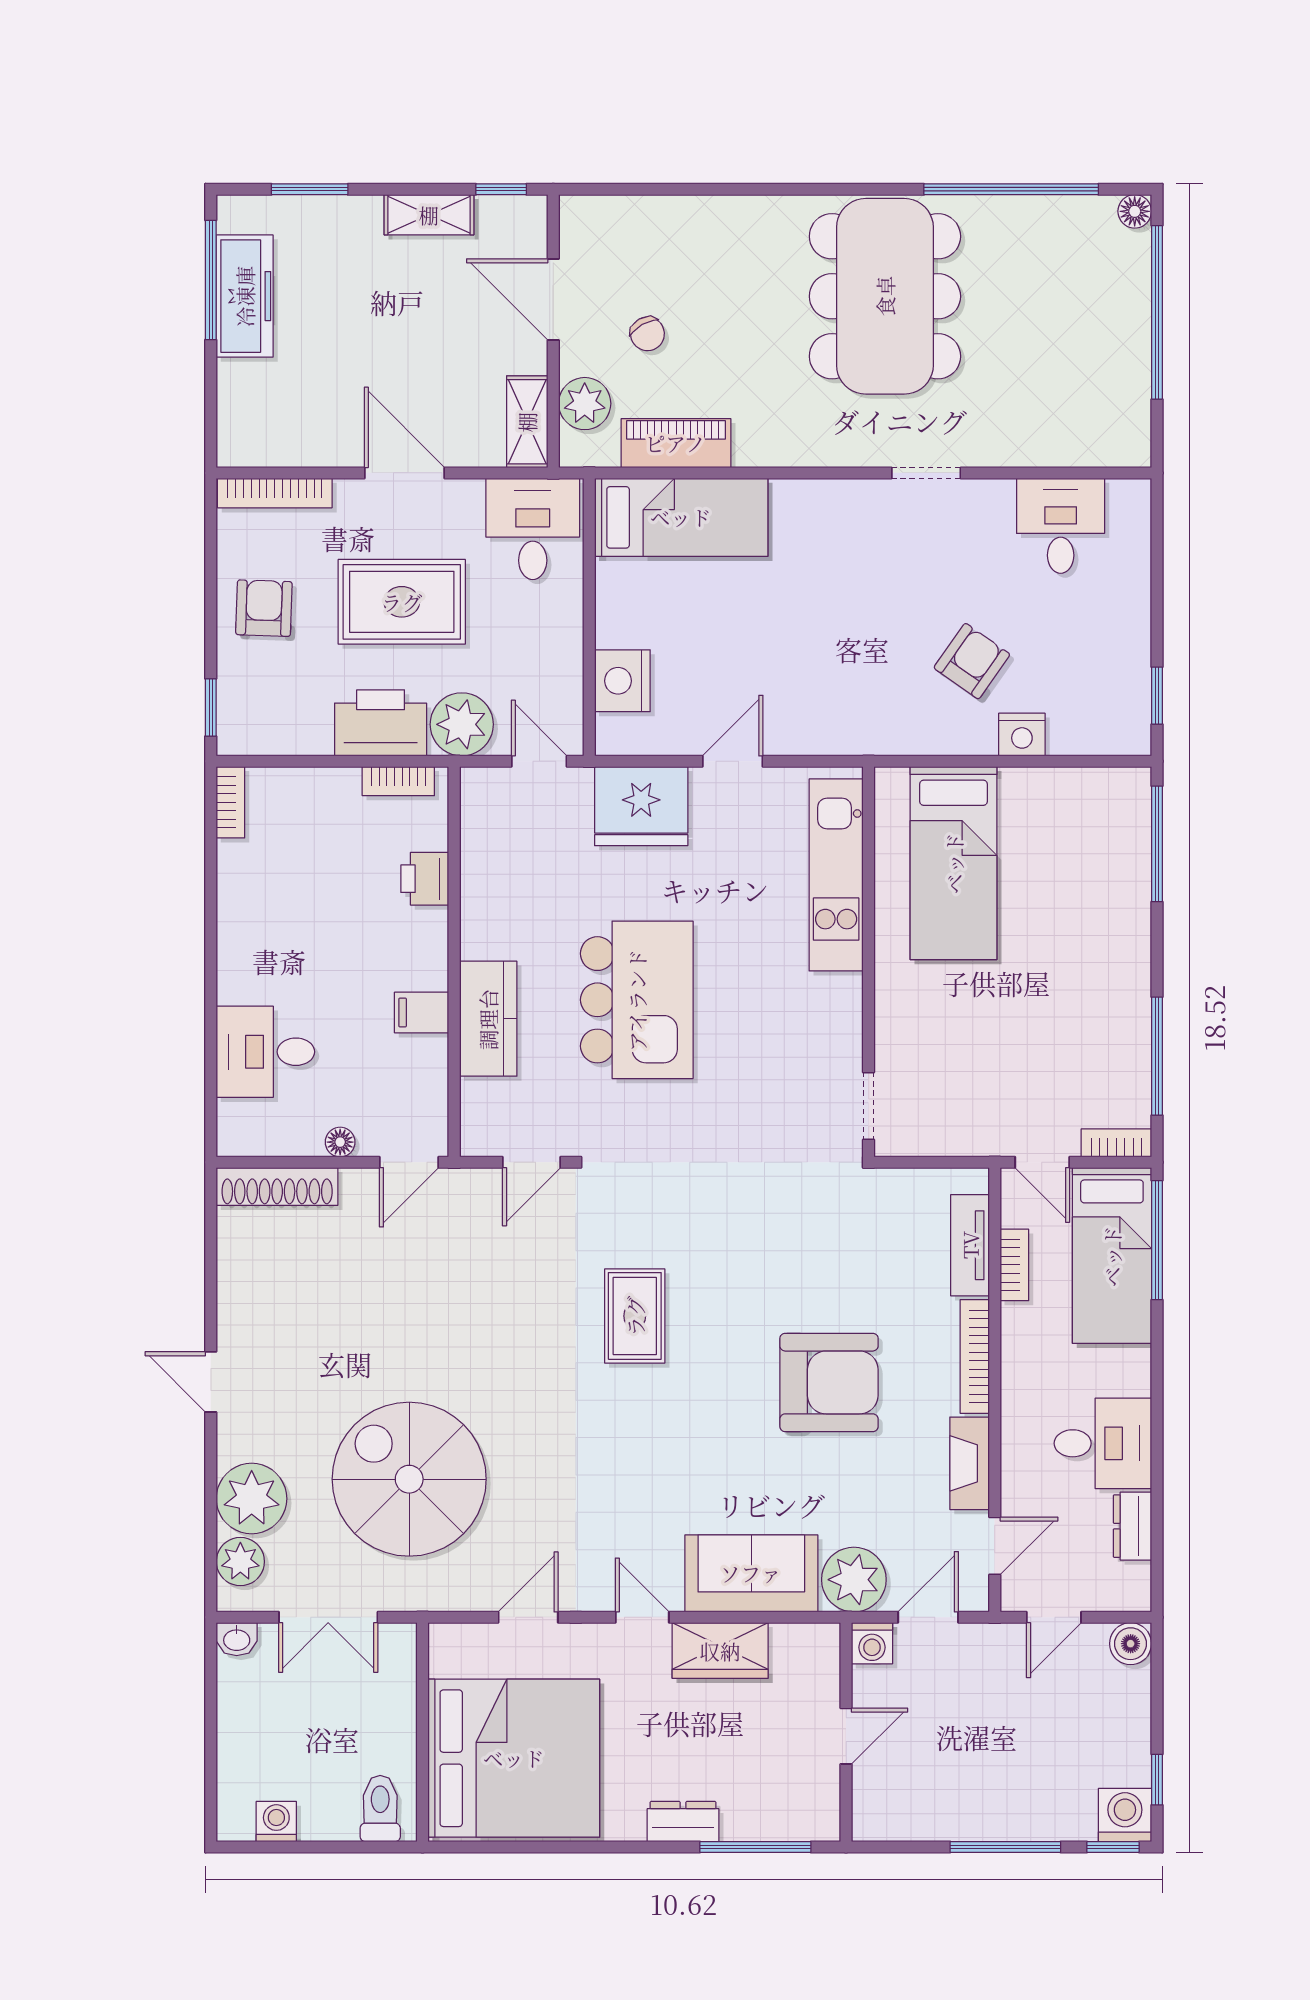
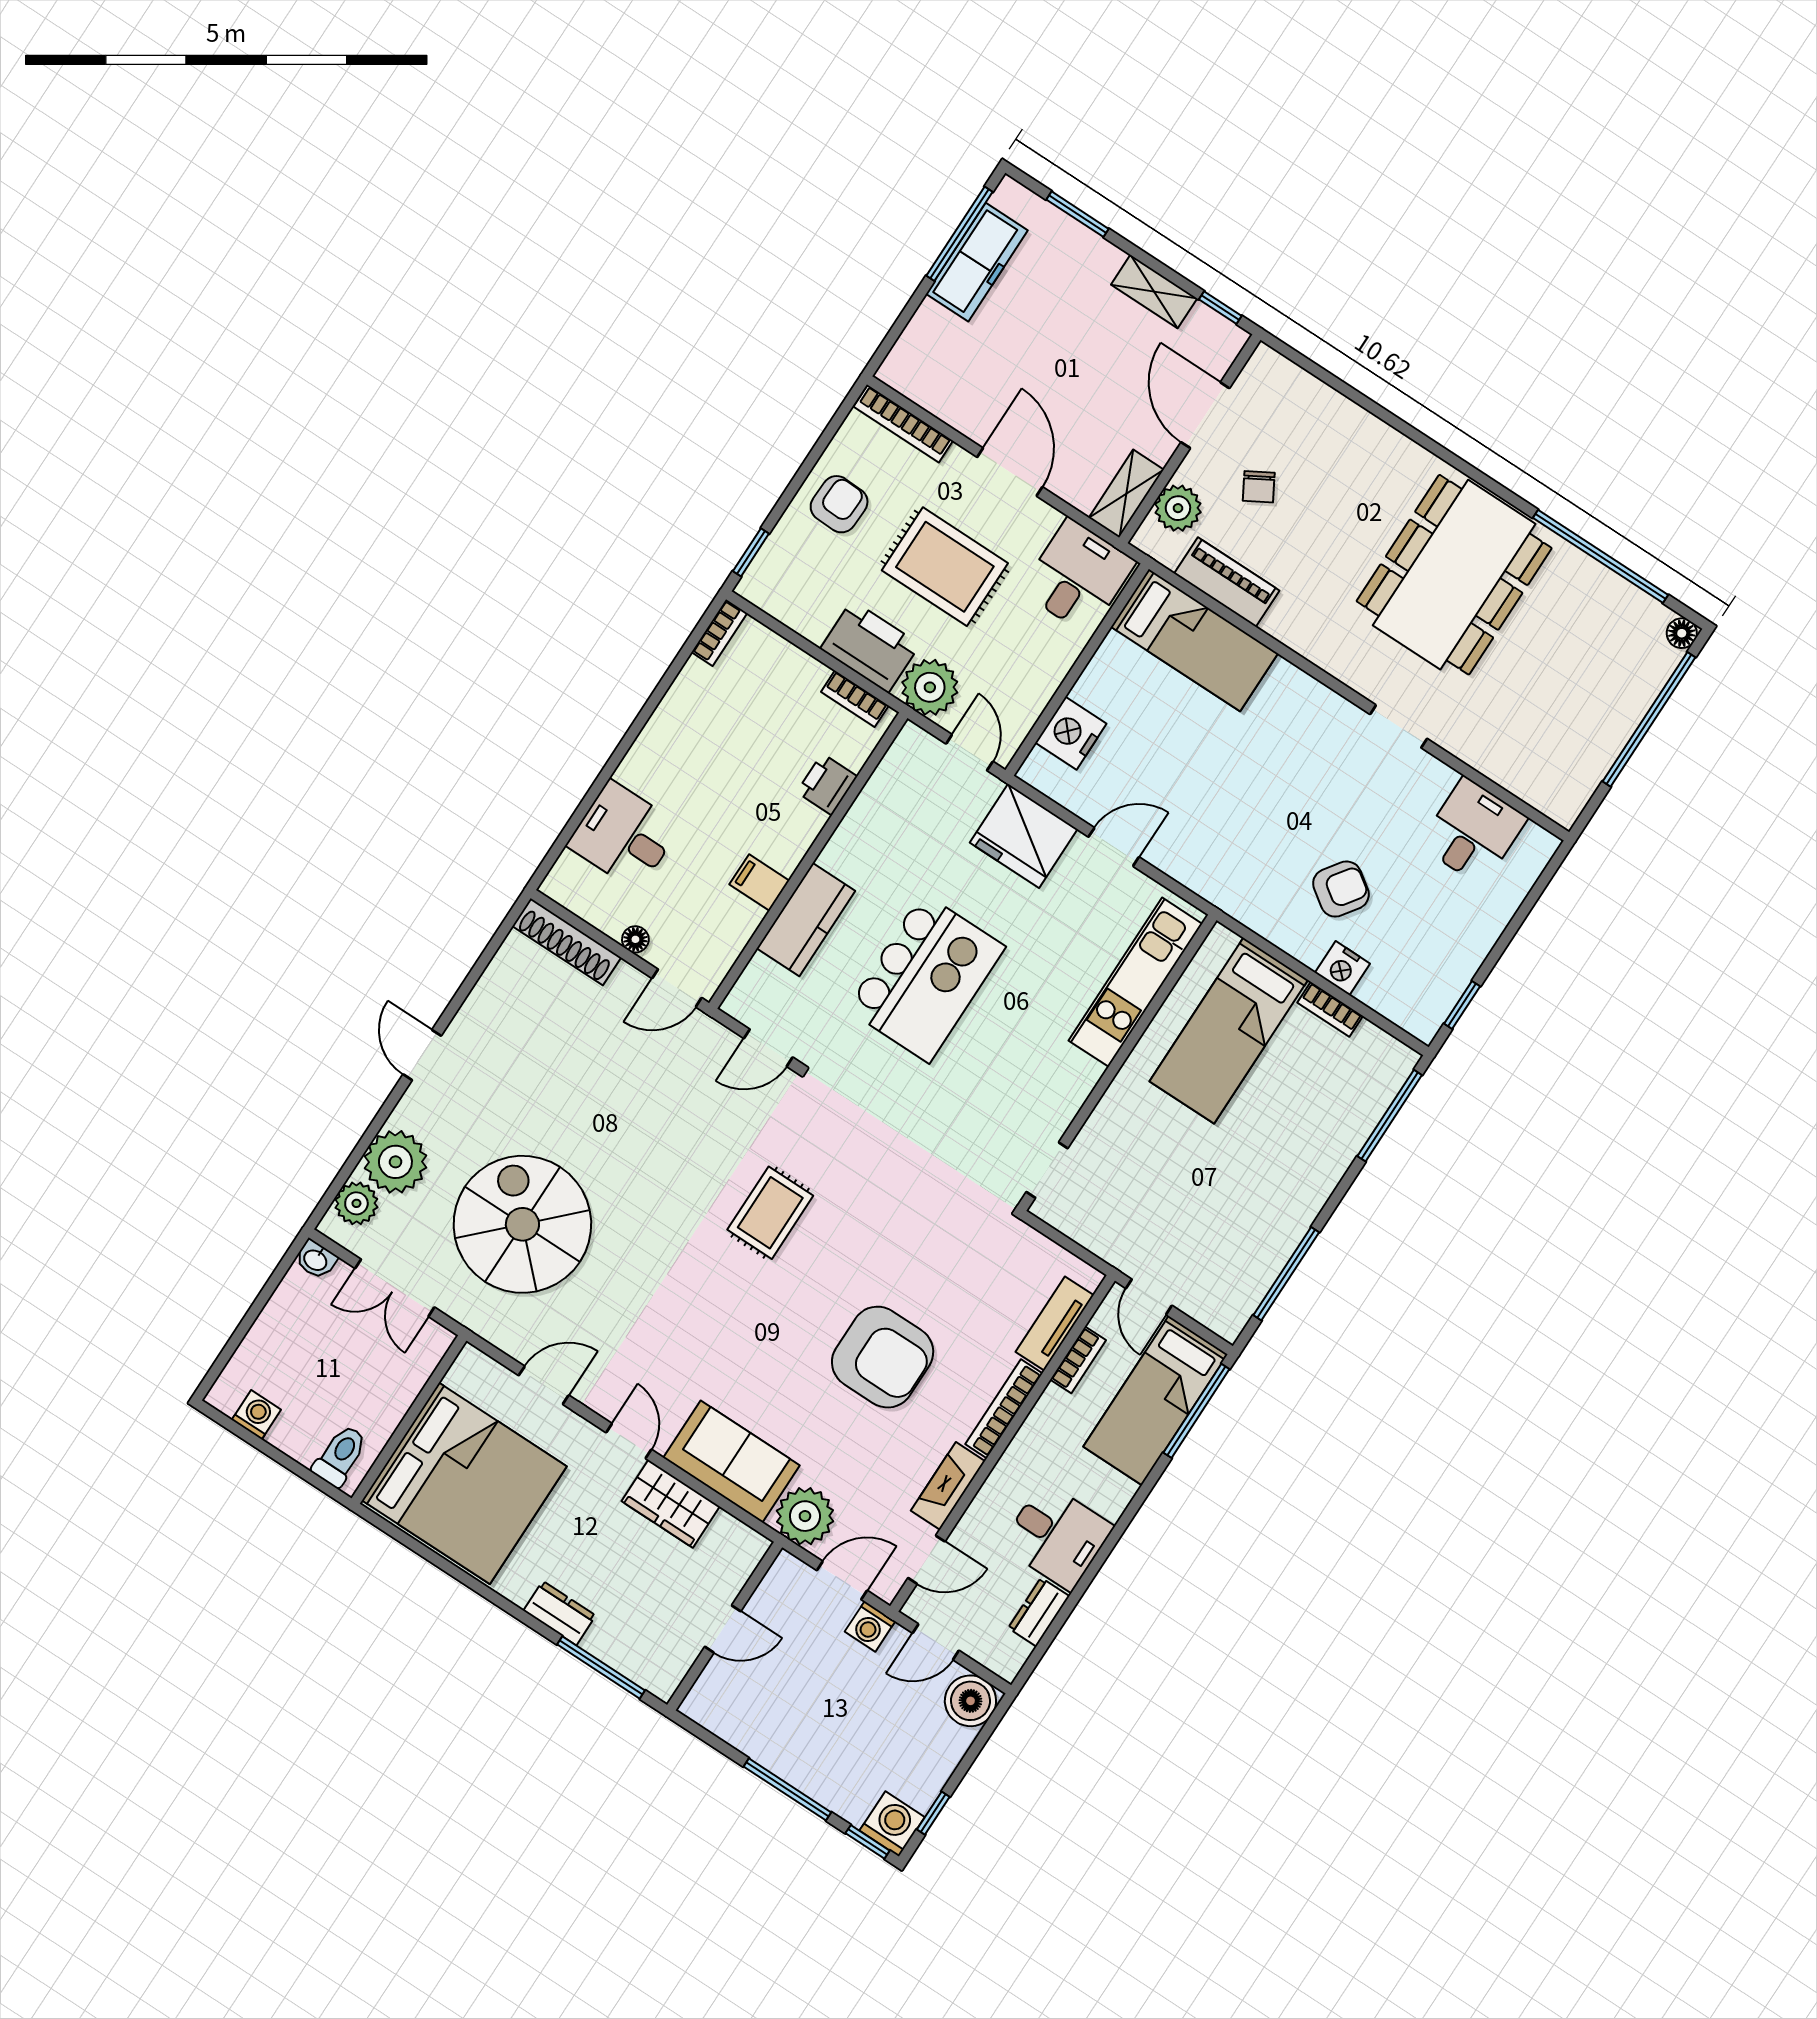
bookcase: (1116, 1143) -> (1330, 1009), moved, turned 180
washing machine: (872, 1643) -> (870, 1626), moved
boiler: (1131, 1644) -> (970, 1701), width x1.36, depth x1.36

